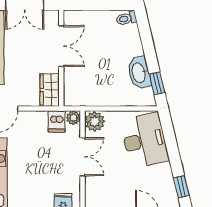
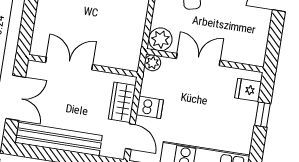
wardrobe: (50, 90) -> (122, 102), moved, turned 90
dishwasher: (57, 121) -> (150, 107), moved

